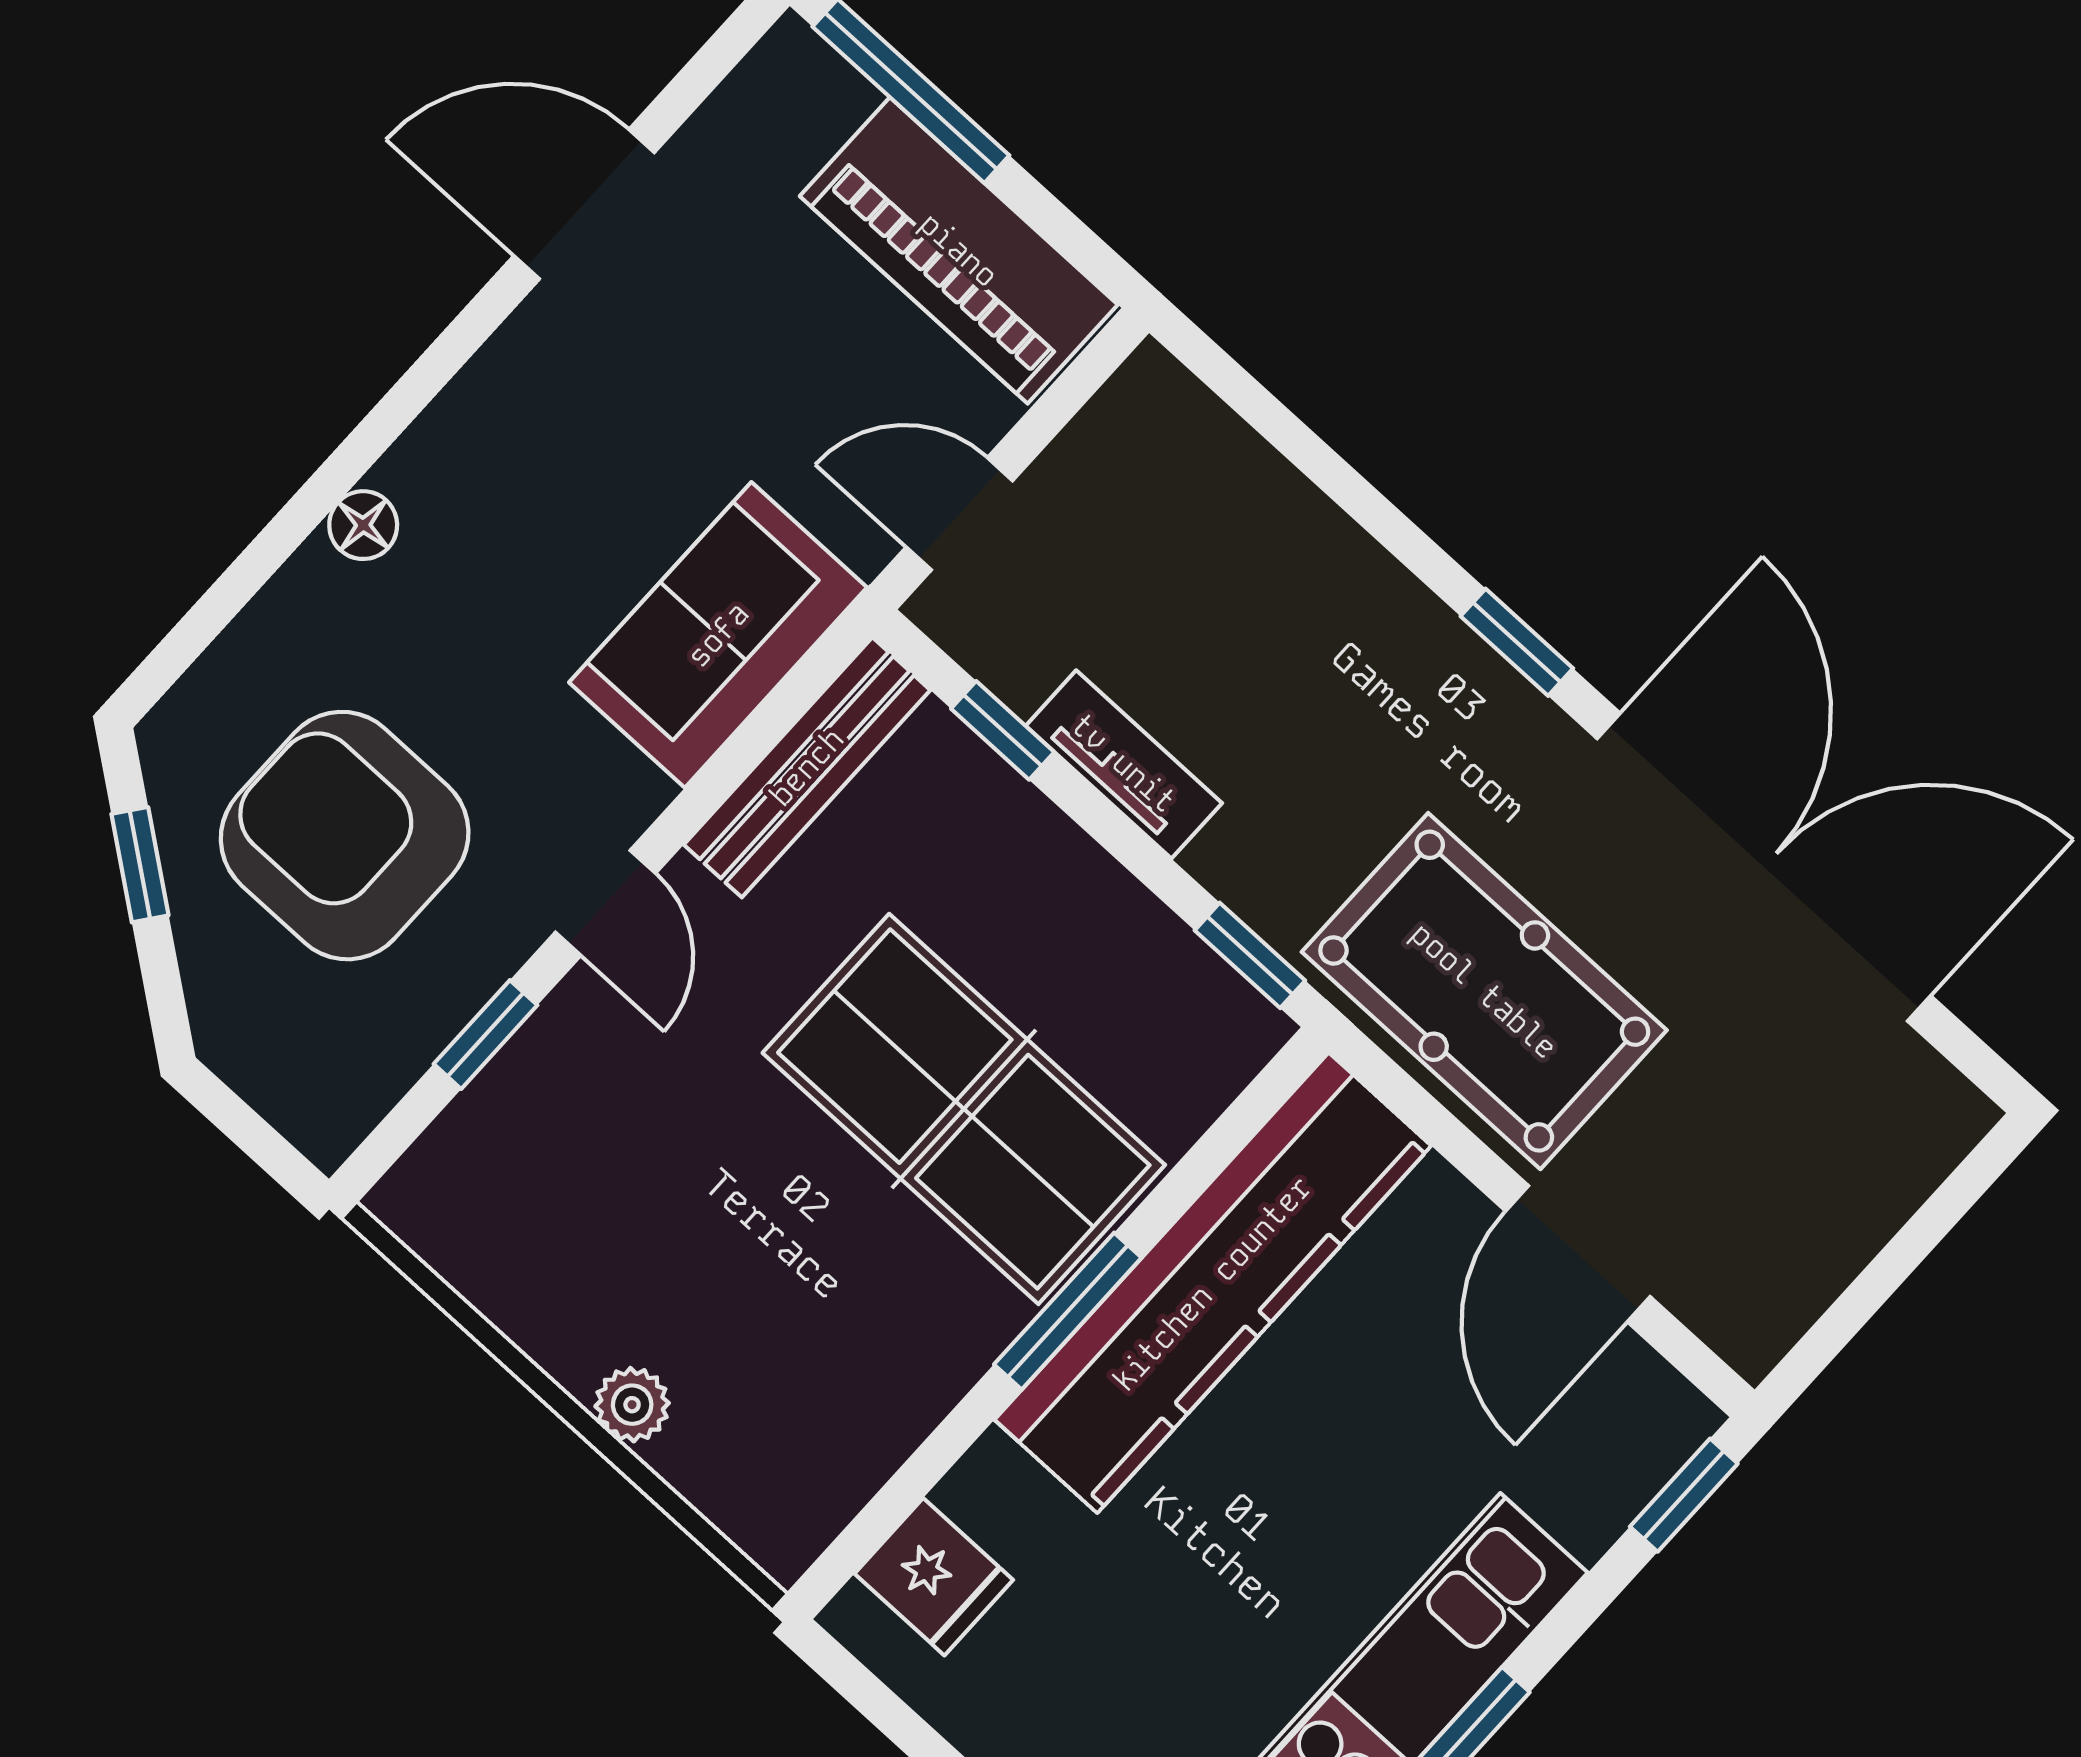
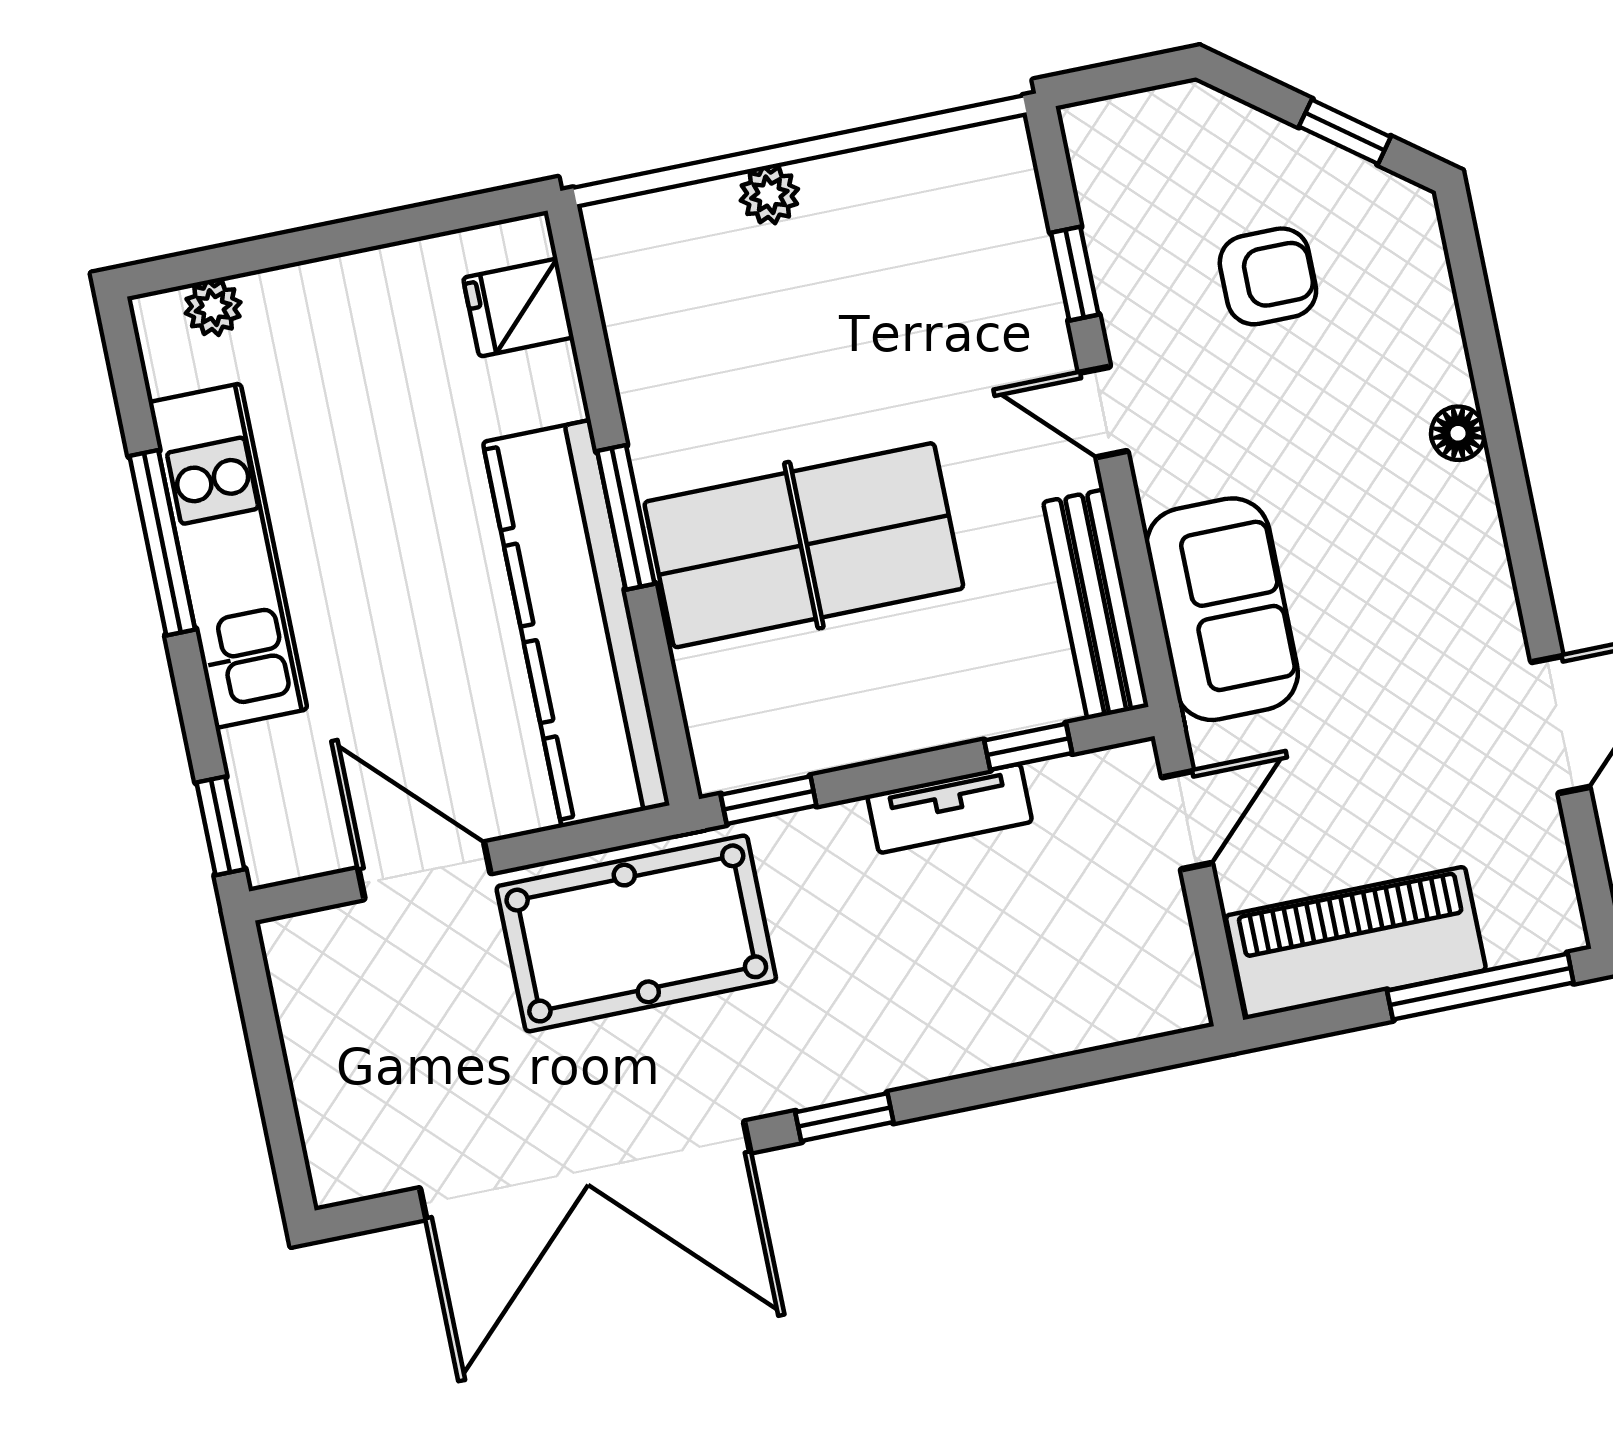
armchair: (345, 836) -> (1268, 276), width x0.53, depth x0.53

